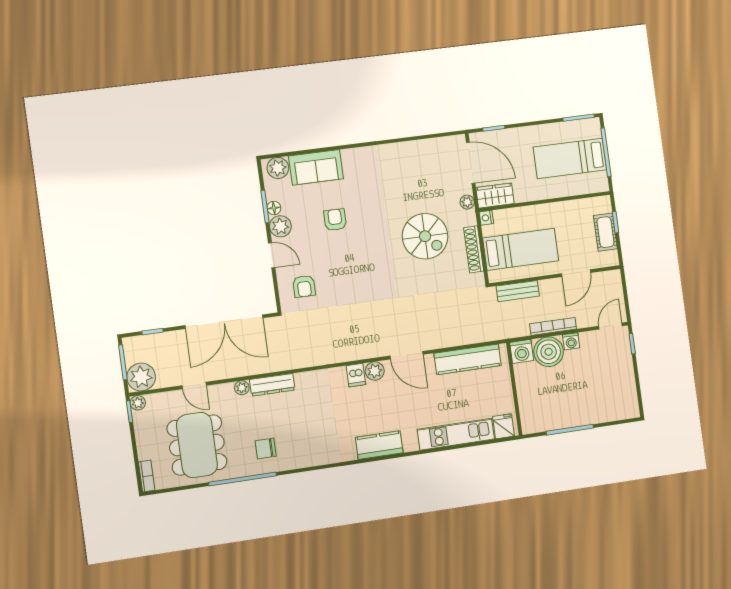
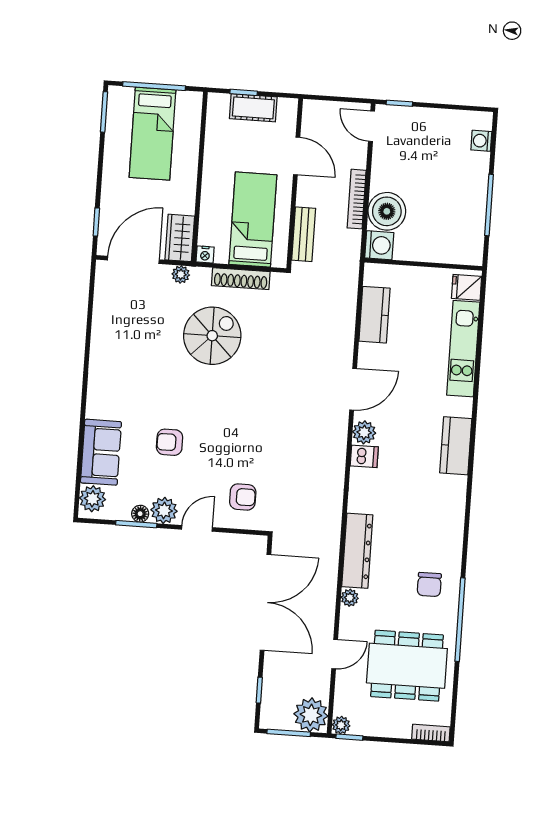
washing machine: (571, 341) -> (481, 141), moved, turned 180
kitchen counter: (468, 359) -> (374, 315), width x0.67
dresser: (272, 385) -> (357, 551), width x1.37, depth x1.24

